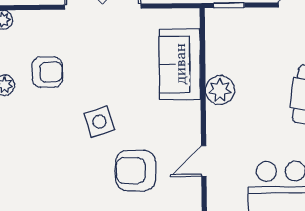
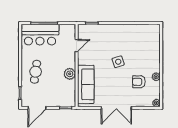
sofa: (180, 64) -> (86, 84), width x1.36
armchair: (136, 171) -> (104, 42), removed

